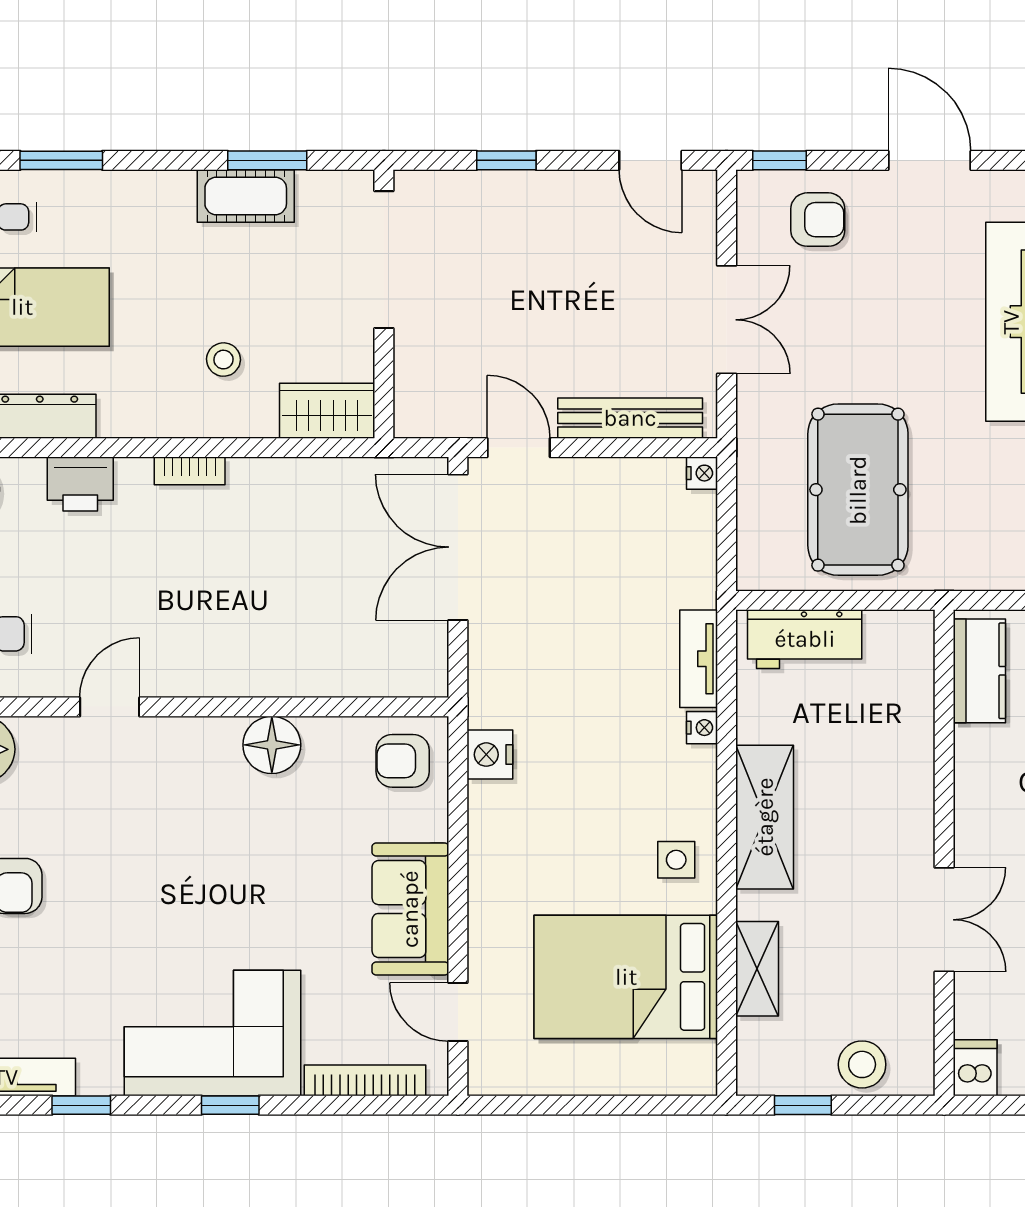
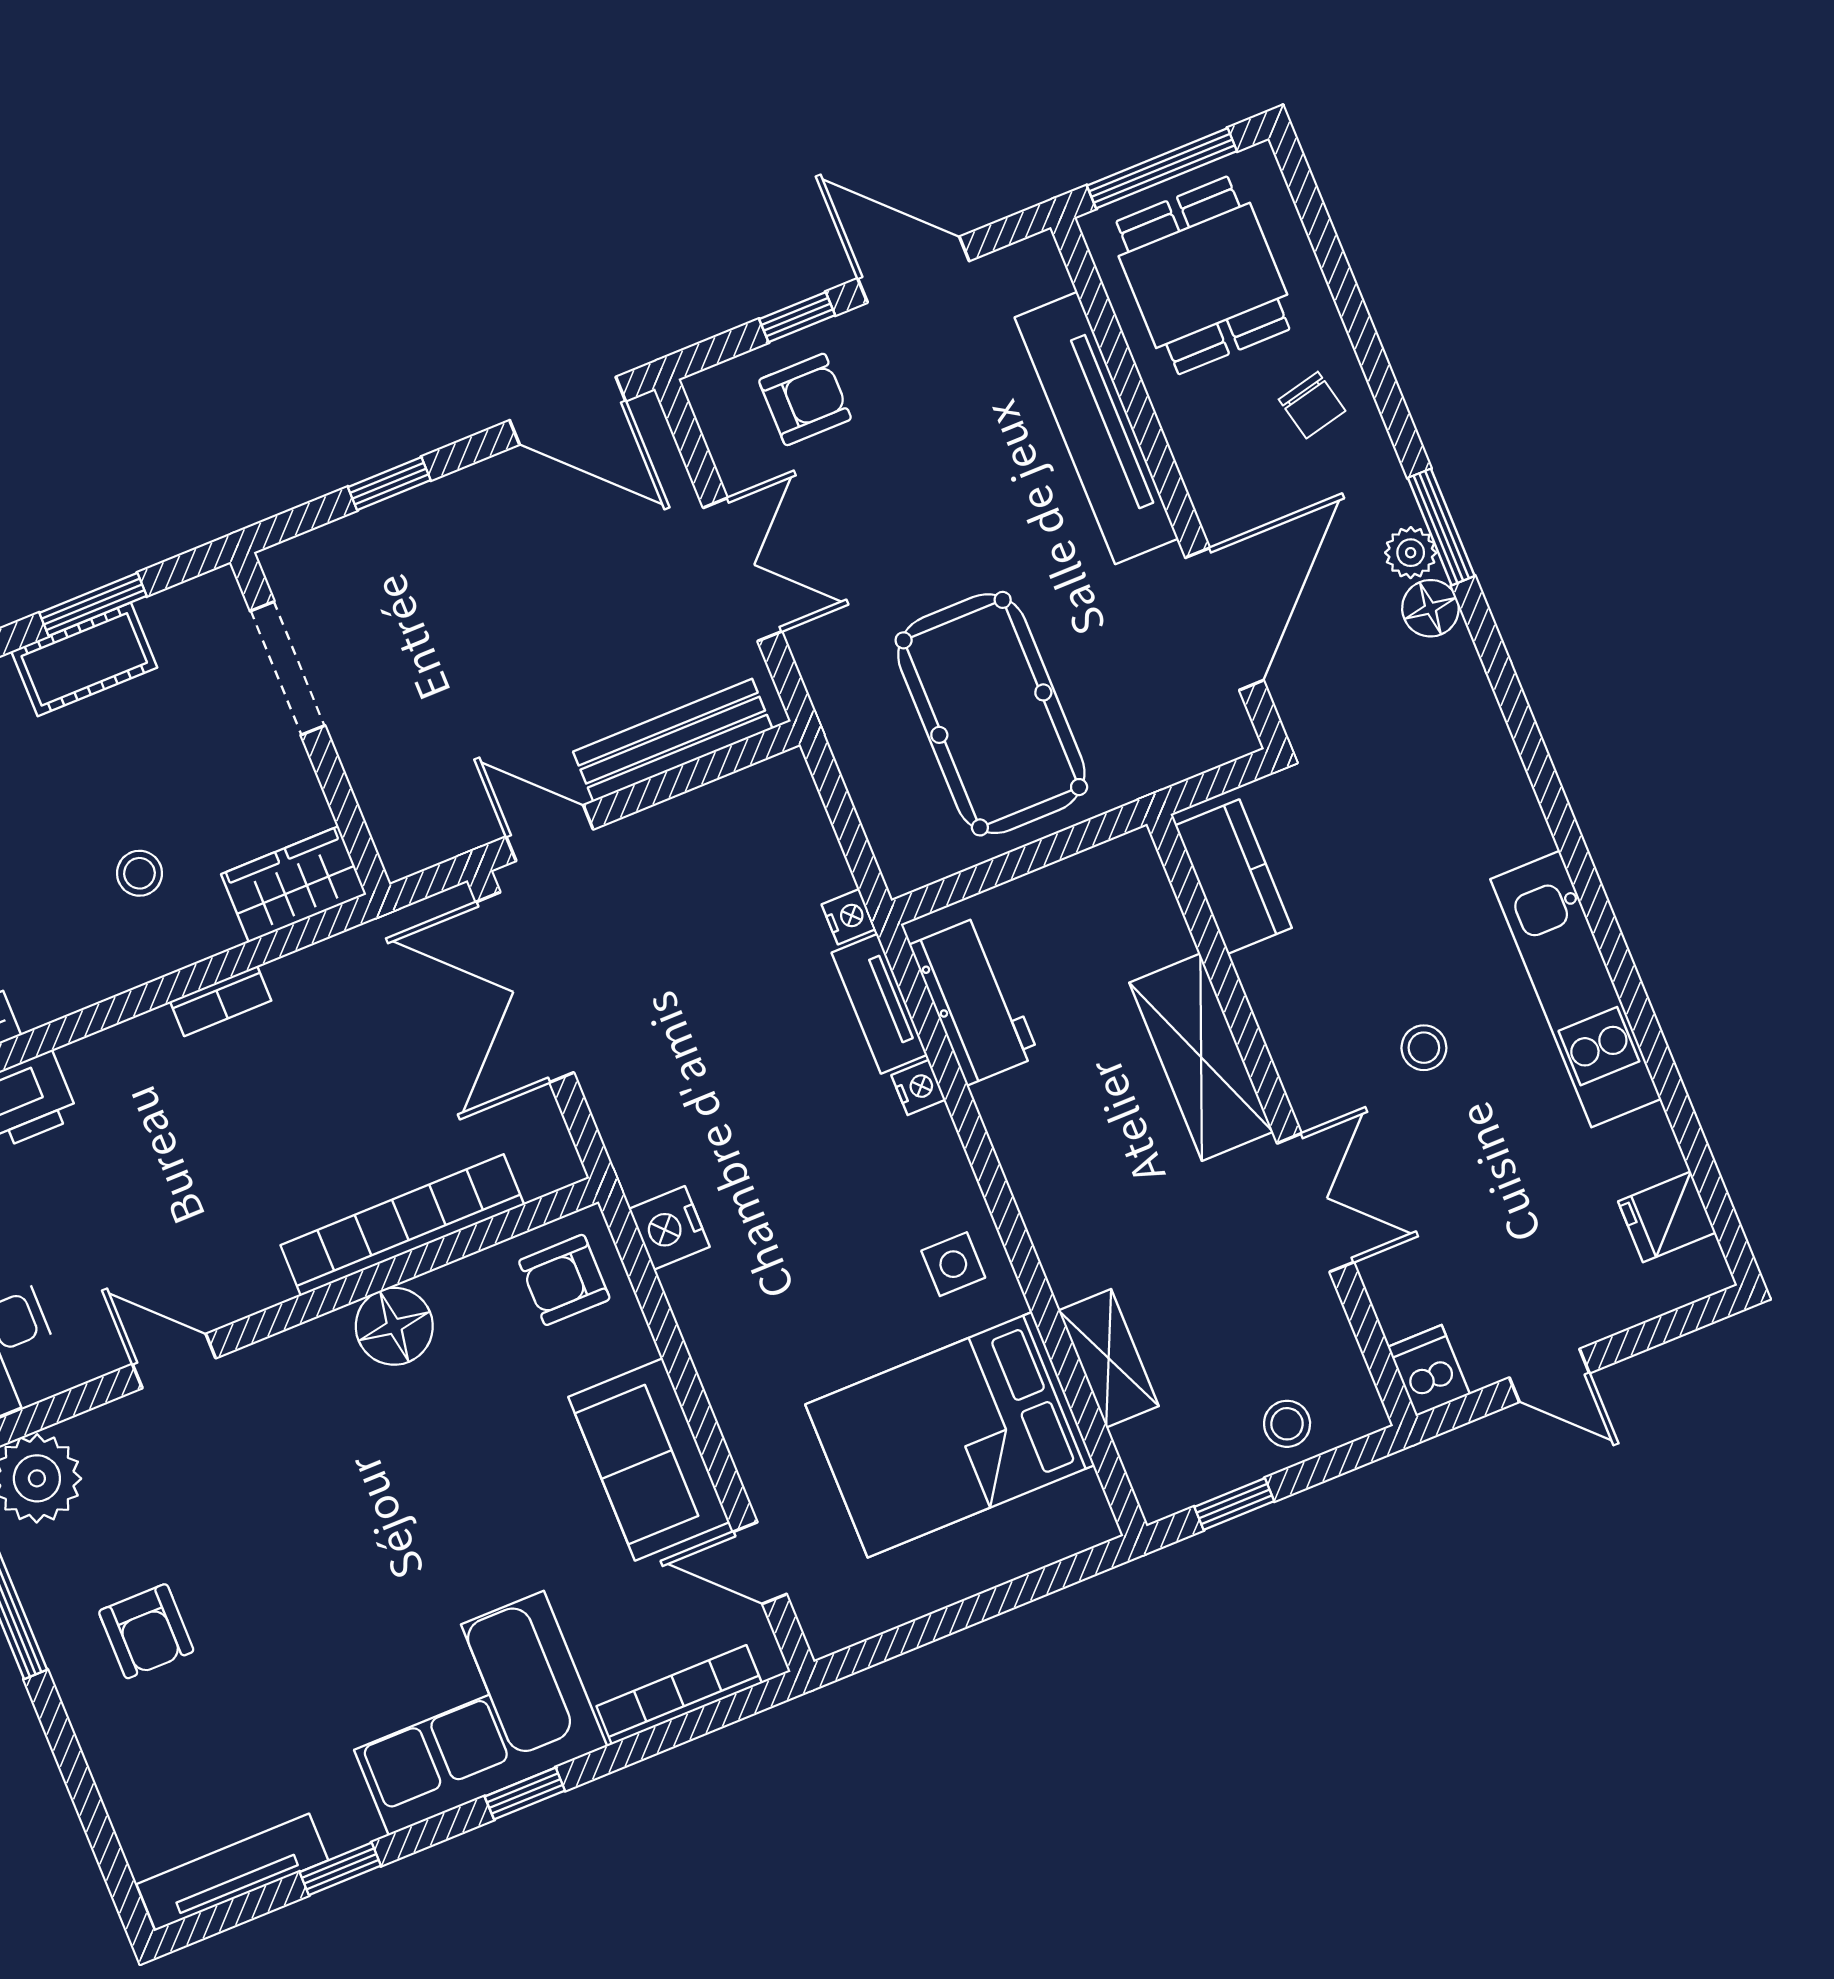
door: (650, 160) -> (568, 411), width x1.38
window: (780, 160) -> (797, 317), moved
doorway: (384, 260) -> (288, 668), width x0.73
bookcase: (190, 471) -> (221, 1001), moved
nightstand: (702, 473) -> (849, 917), moved
workbench: (805, 639) -> (974, 1000), moved, turned -90
bookcase: (306, 677) -> (402, 1225), added
door: (110, 707) -> (174, 1361), hinge flipped
shelving: (765, 817) -> (1201, 1057), moved
stool: (862, 1064) -> (1287, 1424), width x0.73, depth x0.73

